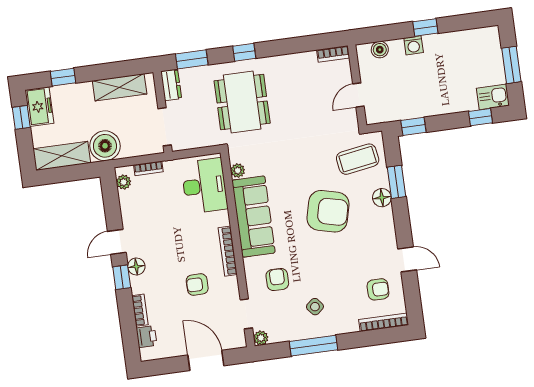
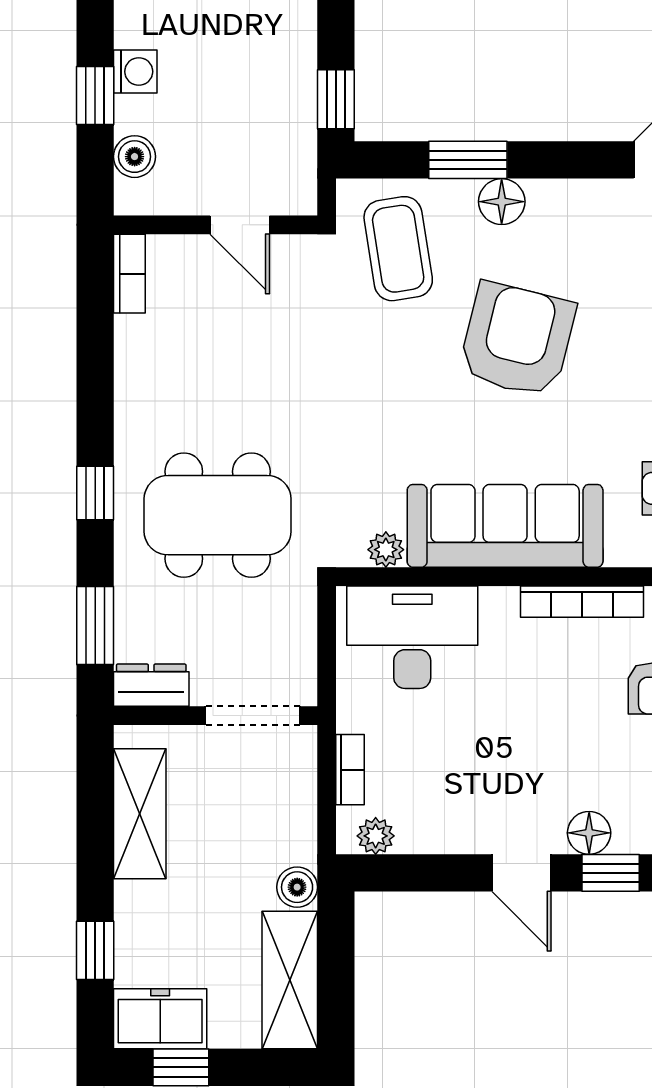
window: (425, 27) -> (95, 96), moved
boiler: (105, 146) -> (297, 887), width x0.54, depth x0.54

